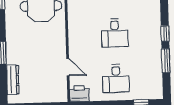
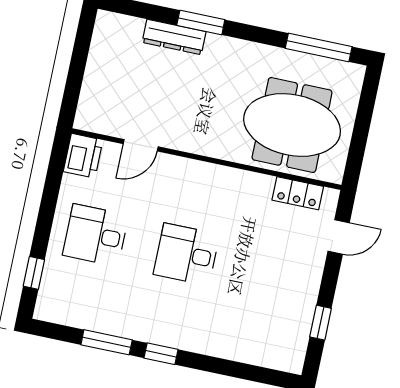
dresser: (13, 80) -> (174, 37), moved

